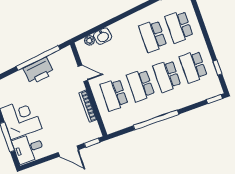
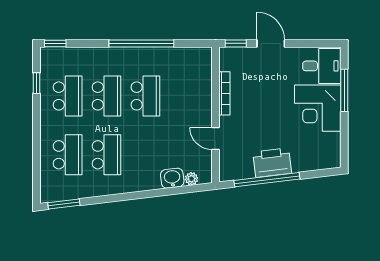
school desk: (114, 95) -> (184, 96), removed

